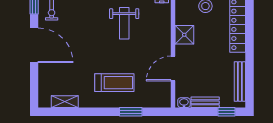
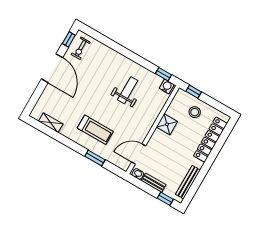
weight bench: (124, 23) -> (128, 90), turned 180
door: (173, 68) -> (139, 154), moved

